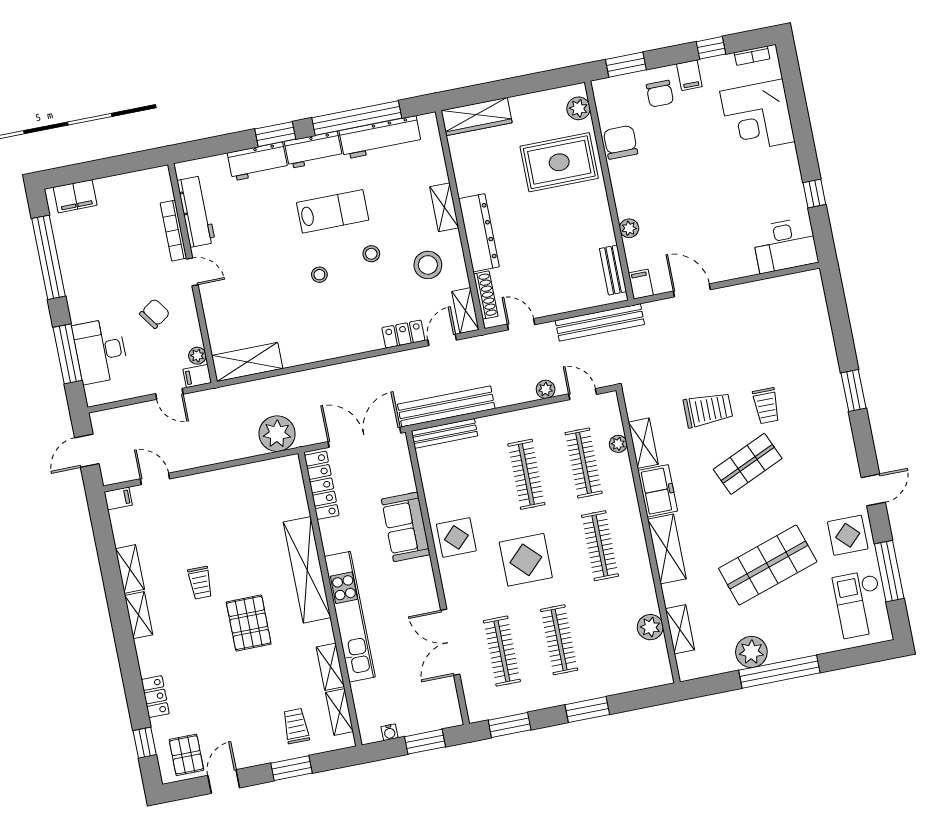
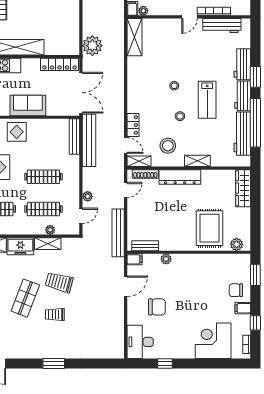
chair: (620, 142) -> (157, 307), moved
trolley: (708, 410) -> (59, 282), turned 105
shop shelf: (748, 464) -> (25, 298), turned 45

